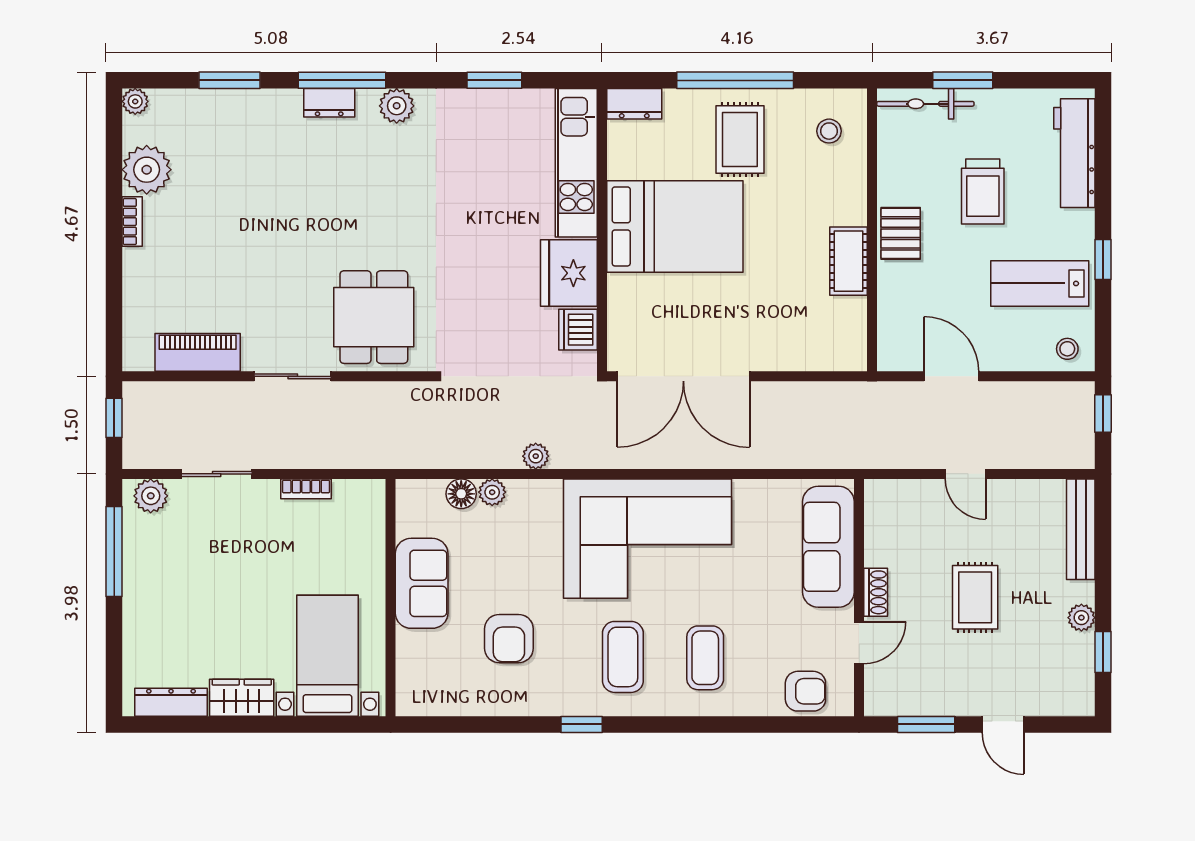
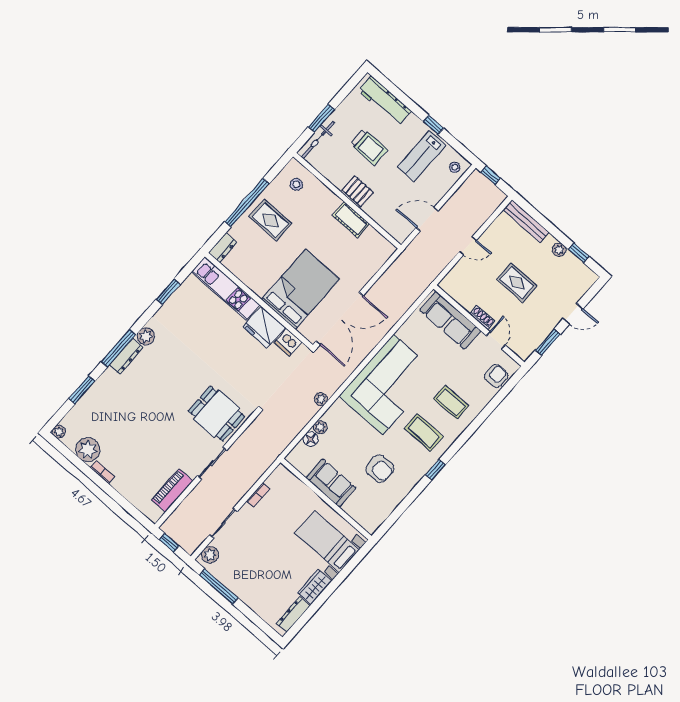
dresser: (329, 103) -> (126, 356), width x1.44
bed: (675, 226) -> (300, 289), moved

